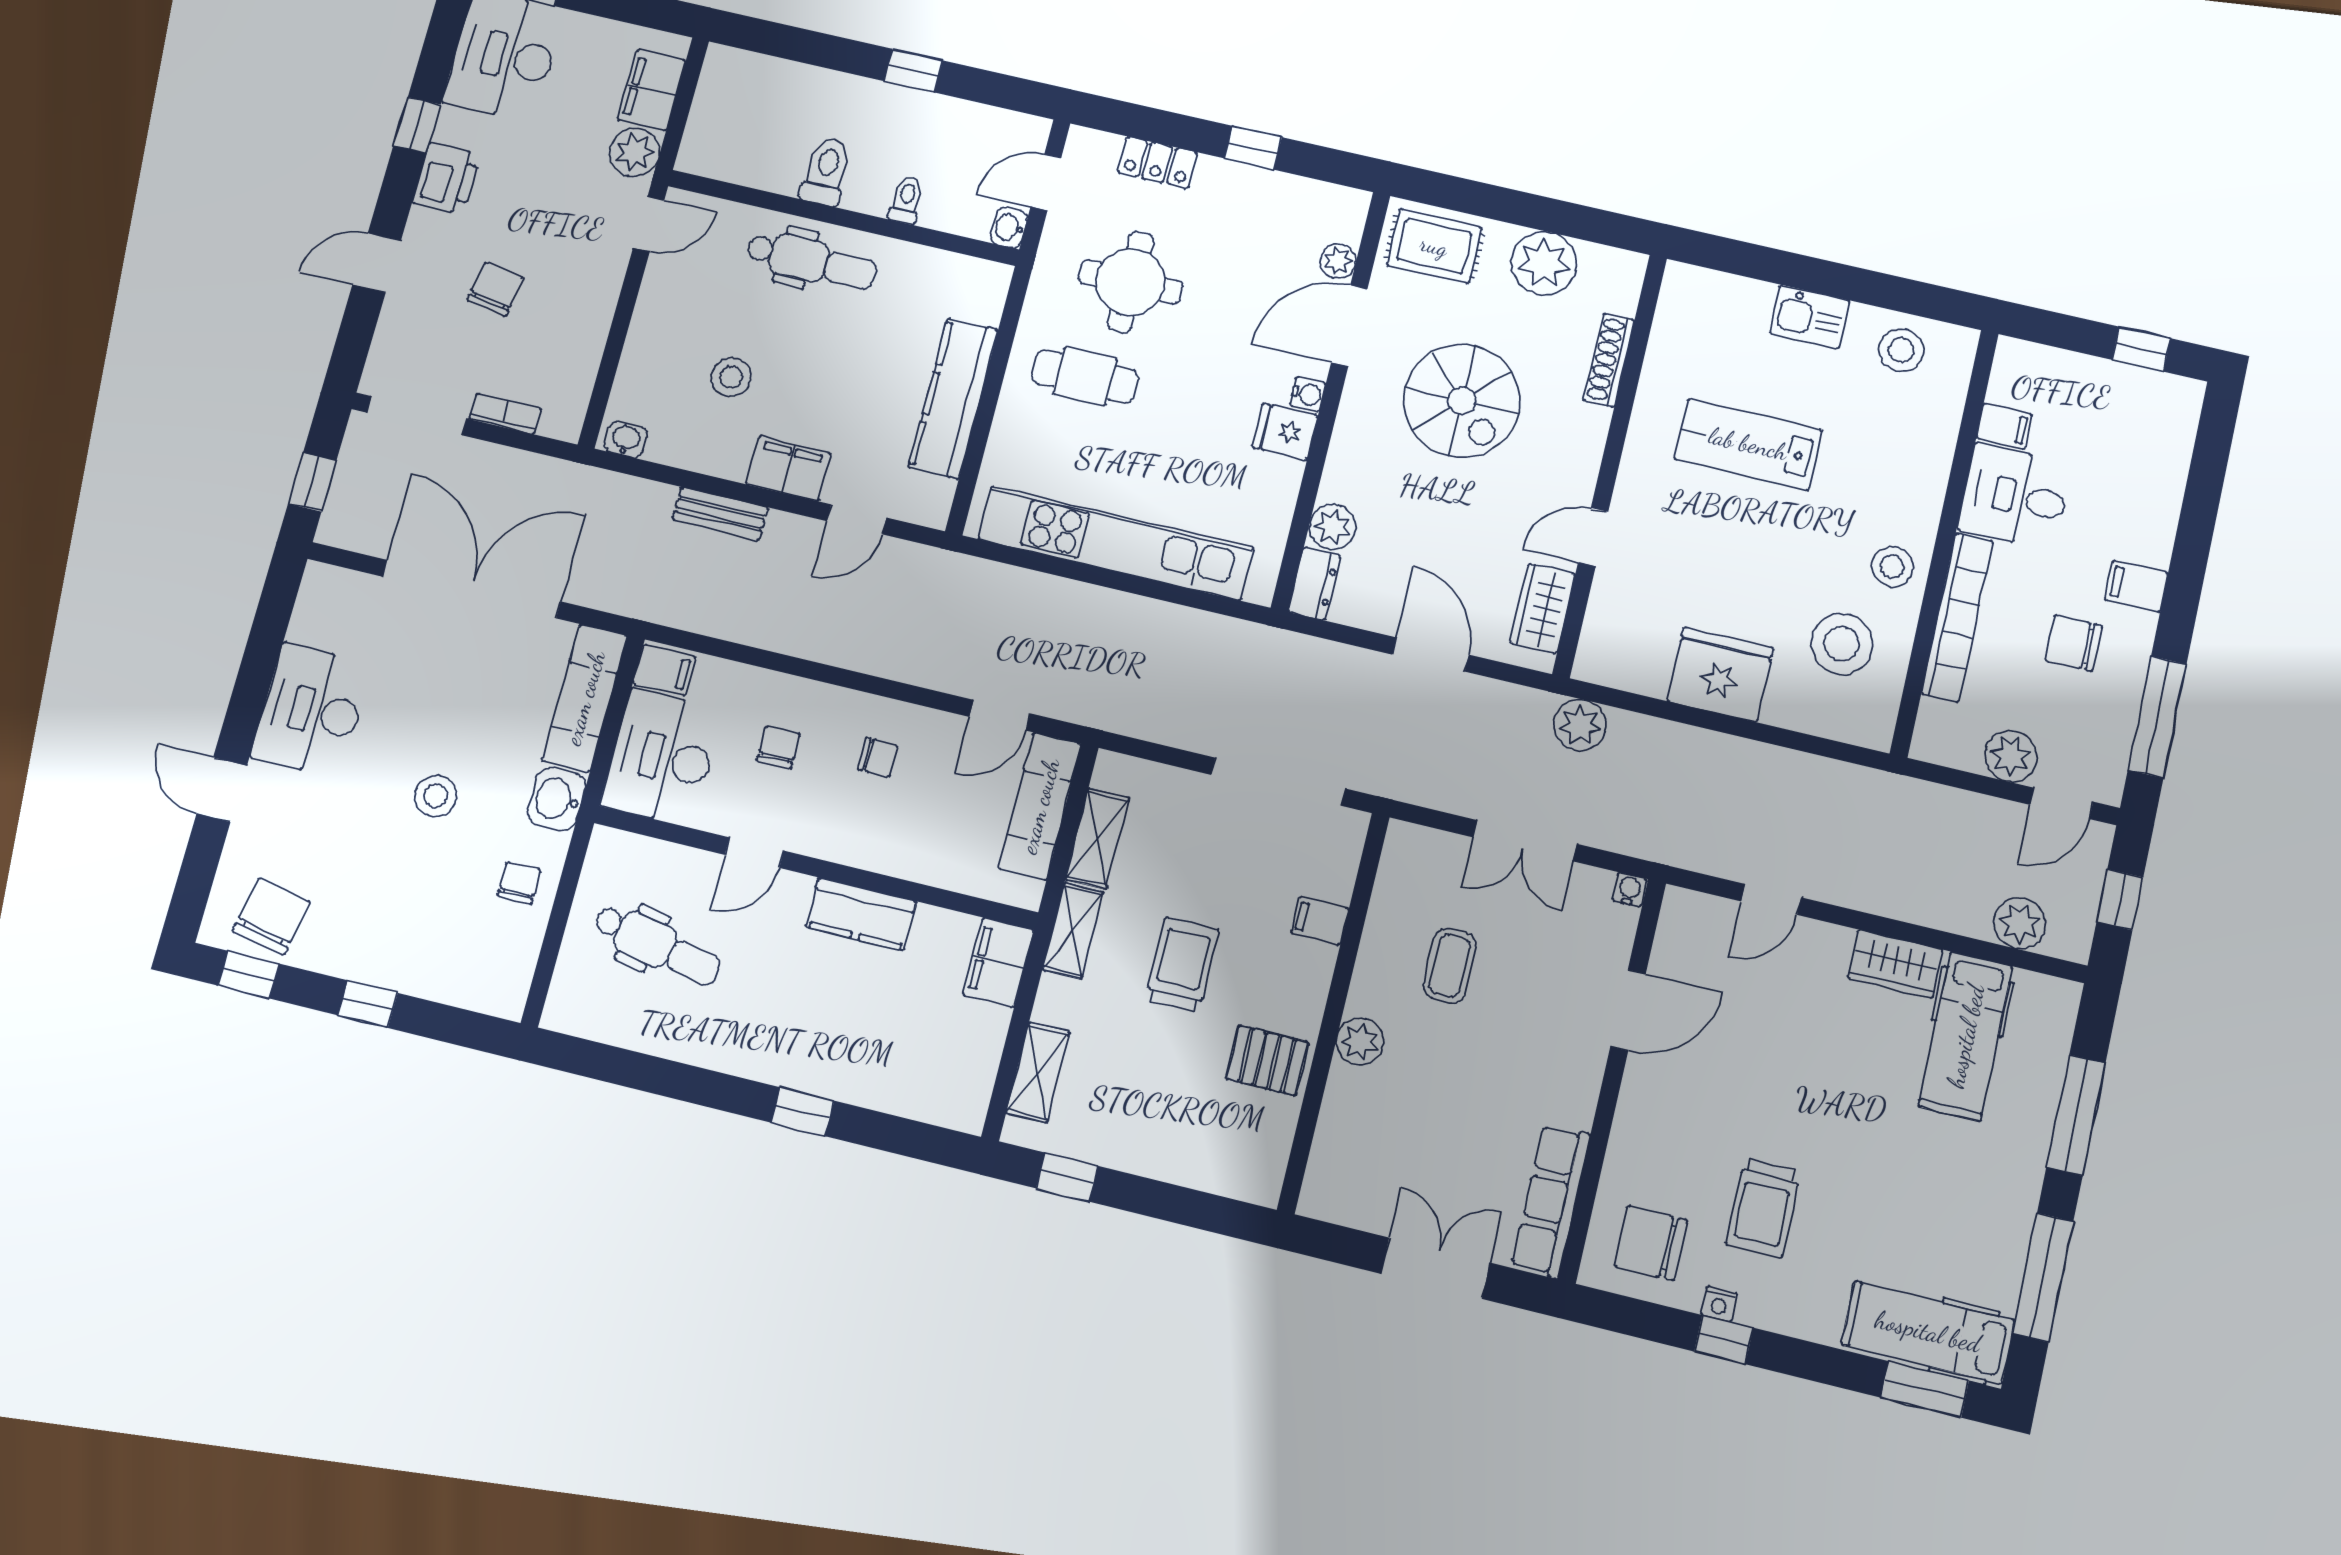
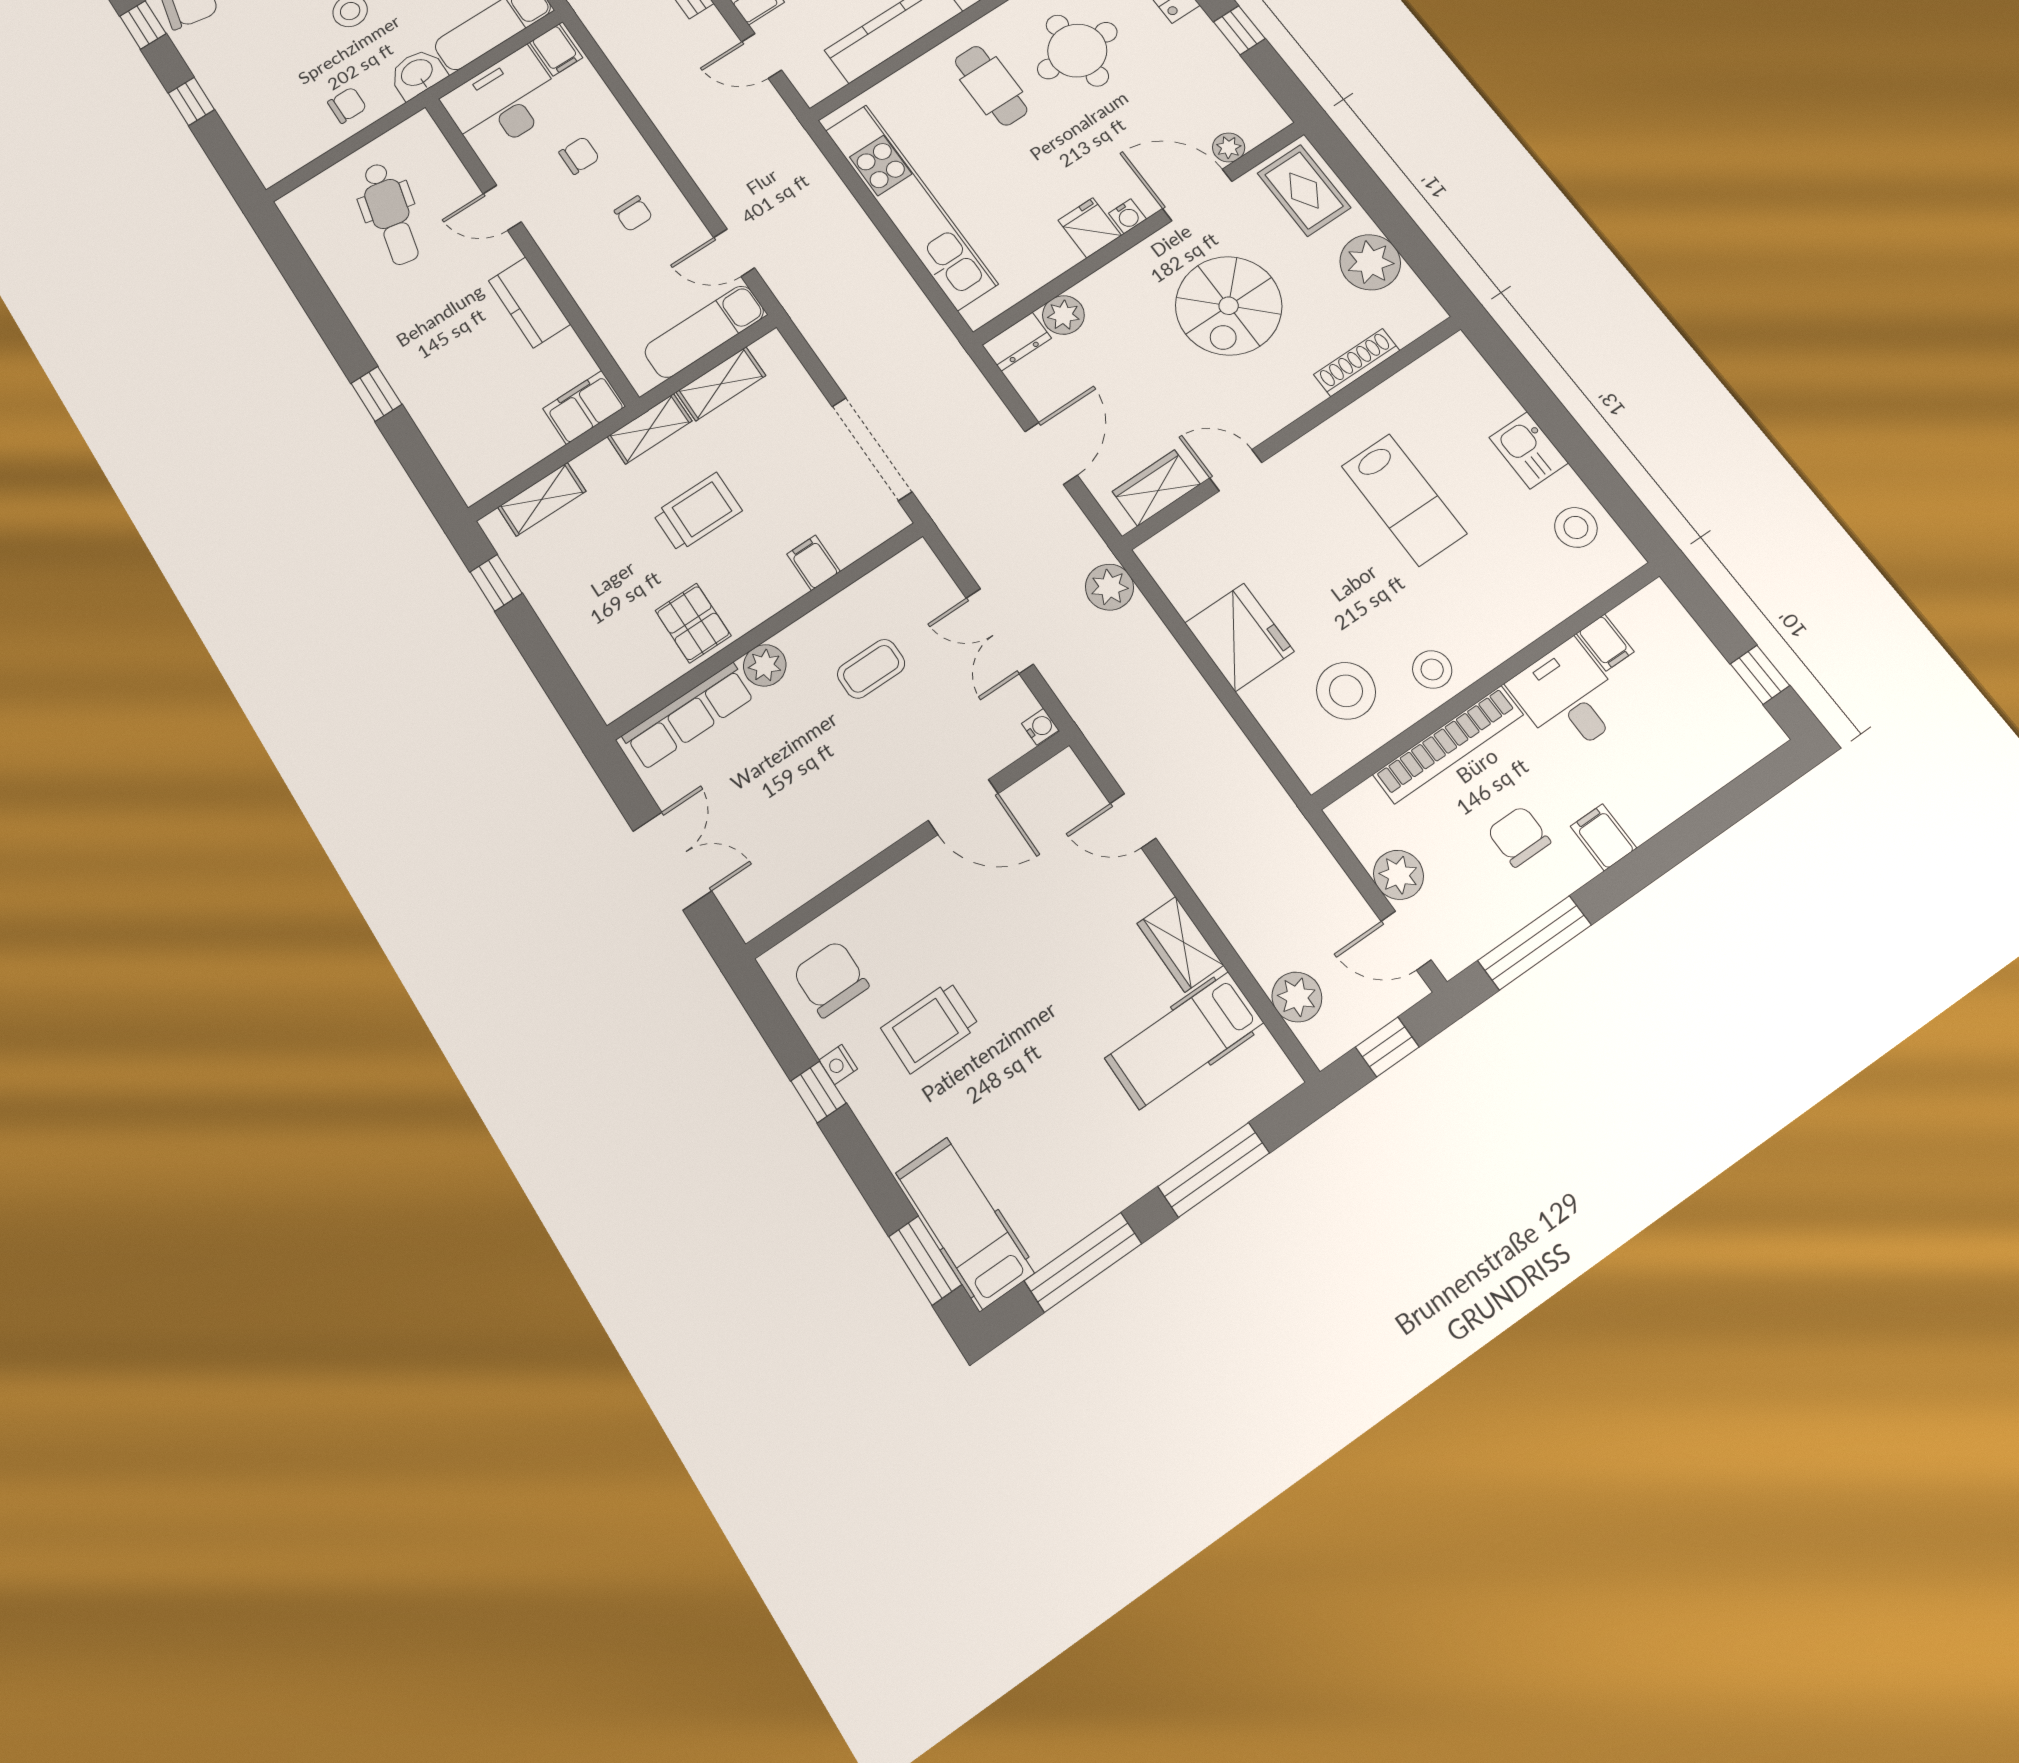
lab bench: (1748, 444) -> (1404, 500), turned 180
row of seats: (1551, 1201) -> (688, 716), moved, turned 180

